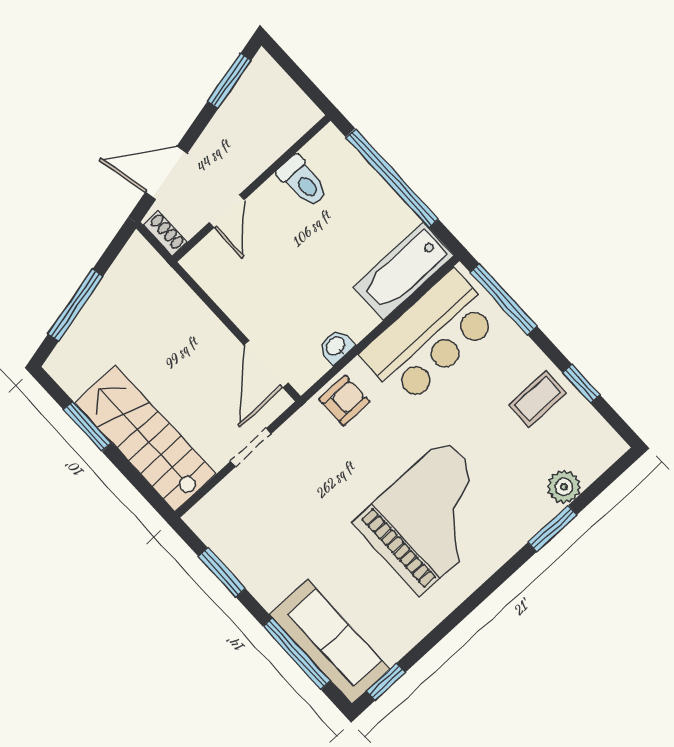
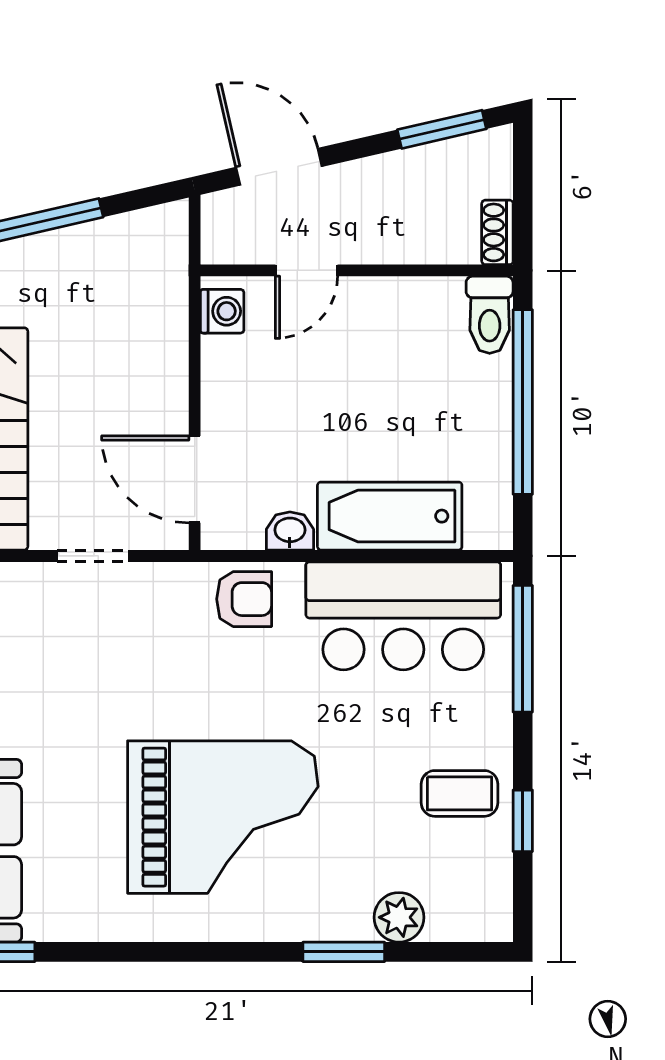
toilet: (303, 181) -> (490, 315), moved
shoe rack: (165, 233) -> (497, 232), moved, turned 180
washing machine: (204, 269) -> (222, 311), added
bathtub: (403, 271) -> (390, 516), moved
door: (266, 364) -> (195, 479), hinge flipped

